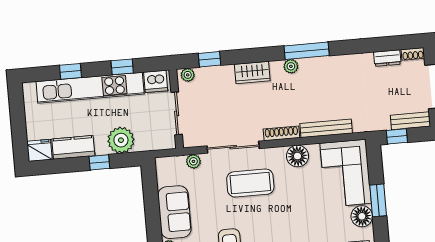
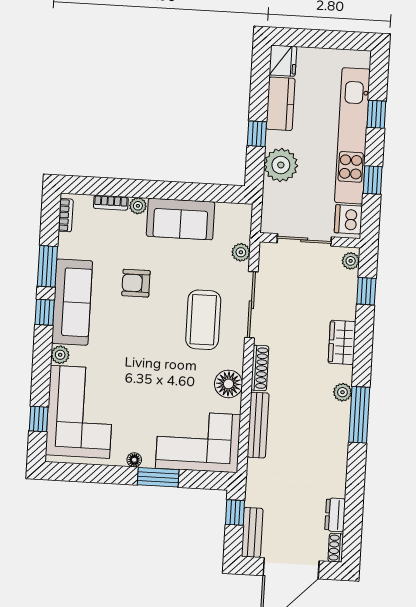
floor lamp: (362, 216) -> (134, 460), width x0.53, depth x0.53

